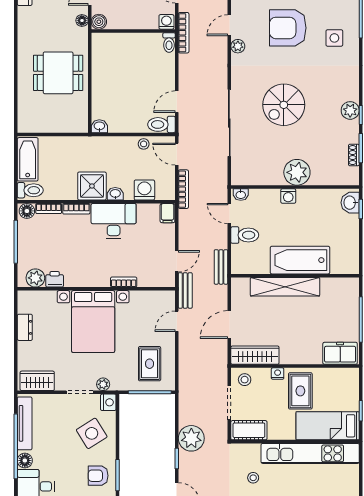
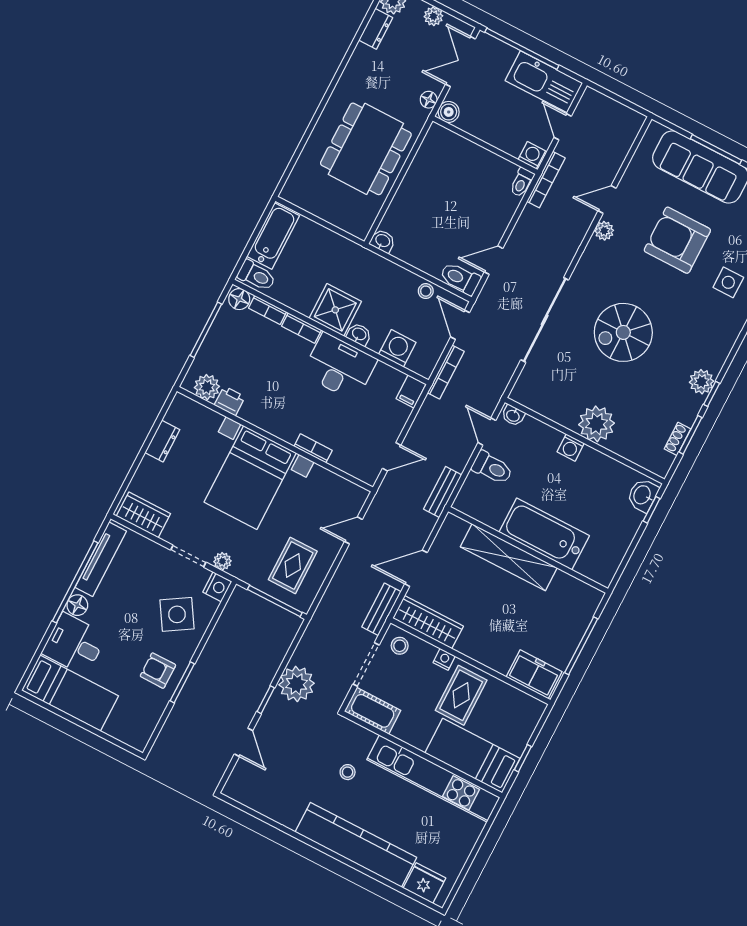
dining table: (58, 73) -> (366, 149), width x1.38
bench: (185, 290) -> (381, 609), moved

